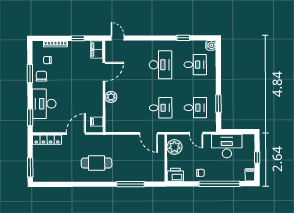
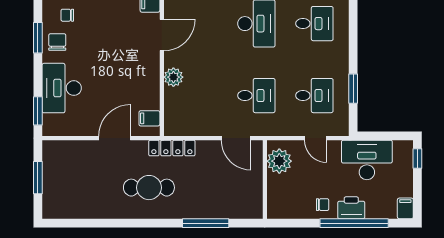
locker: (47, 140) -> (172, 148), moved
window: (257, 158) -> (417, 158), moved
window: (30, 167) -> (38, 178), moved
printer: (175, 175) -> (351, 208), moved

